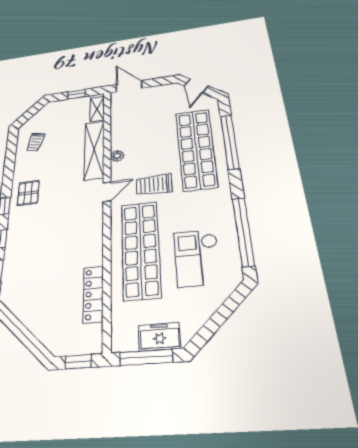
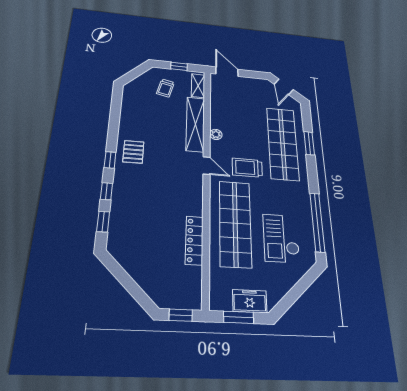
trolley: (35, 142) -> (165, 88), moved
window: (230, 142) -> (309, 143), width x0.47
door: (107, 192) -> (207, 166), hinge flipped
locker: (93, 294) -> (194, 240), moved
window: (146, 357) -> (239, 317), width x0.69

